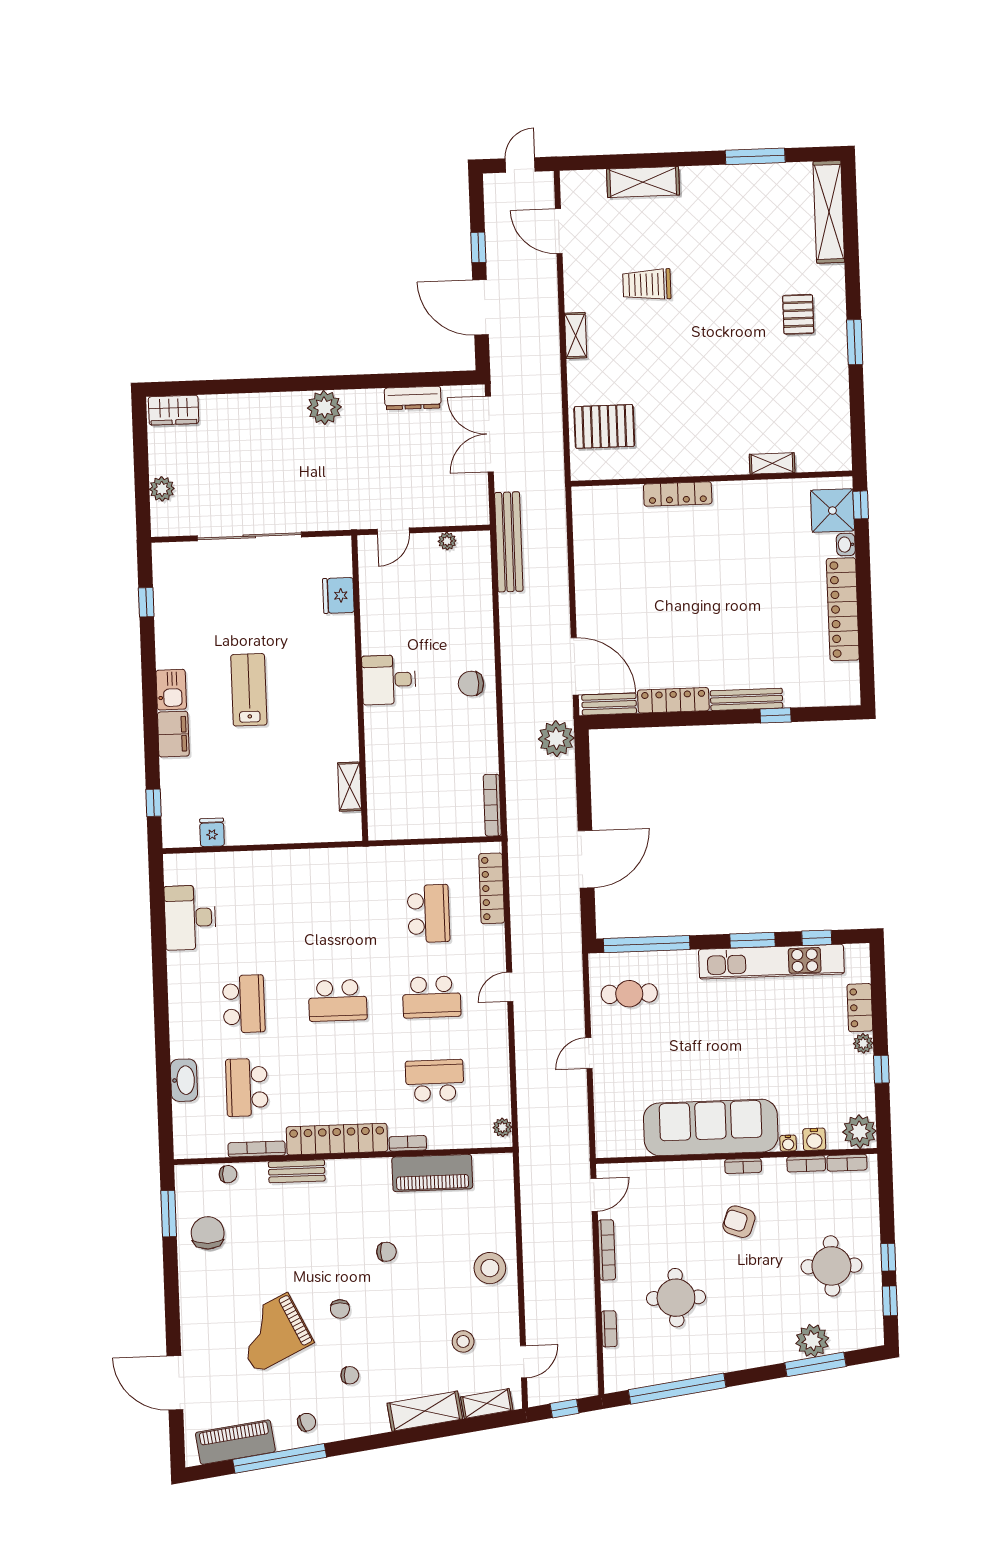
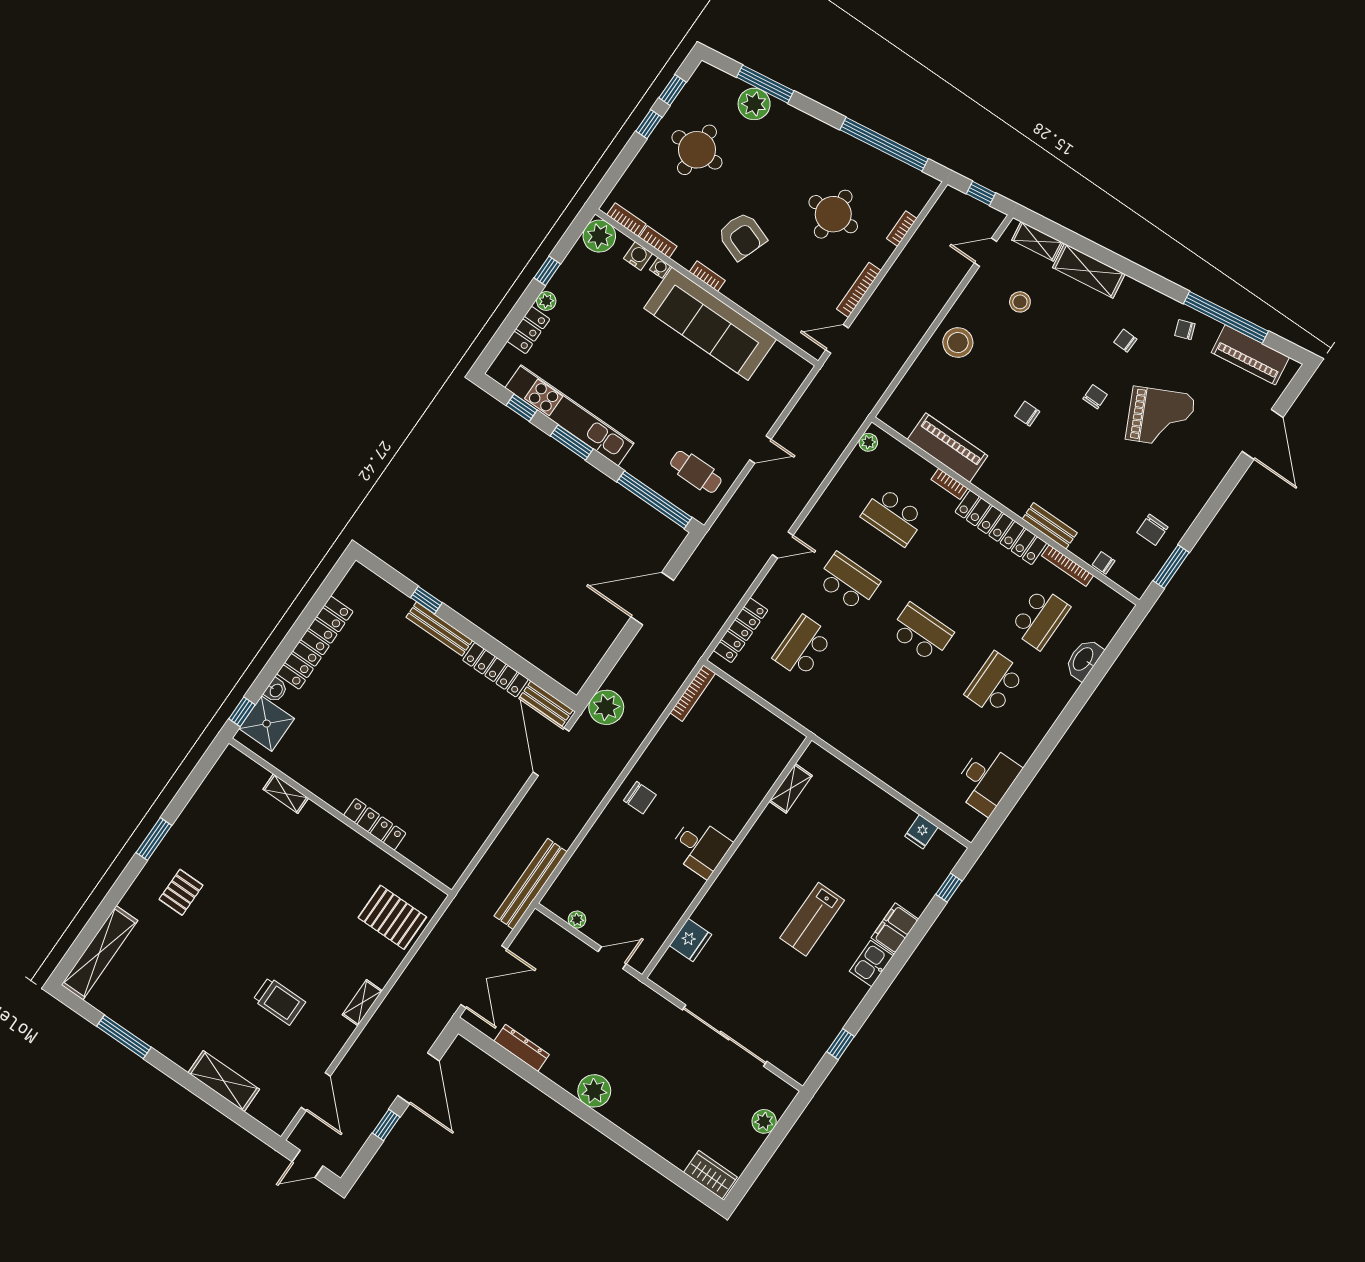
armchair: (739, 1222) -> (742, 236), width x1.38, depth x1.38
chair: (208, 1233) -> (1152, 530), width x0.73, depth x0.73

